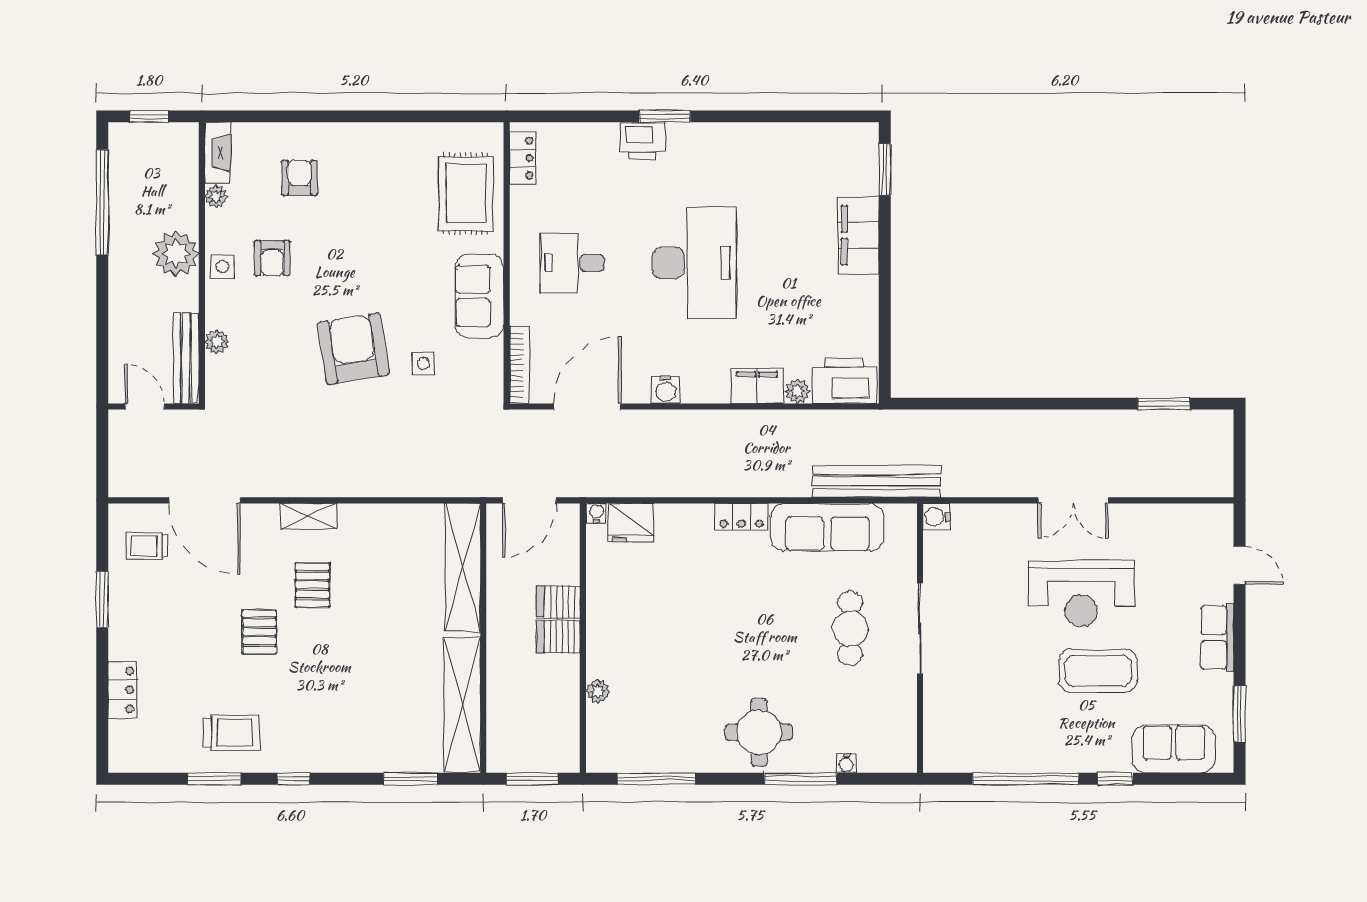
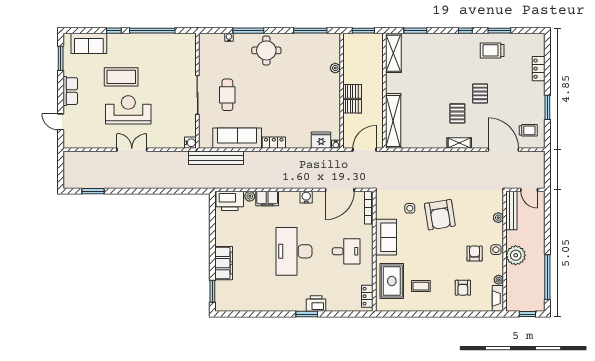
coffee table: (398, 182) -> (421, 286), added
shelving: (462, 705) -> (393, 53), width x0.68

